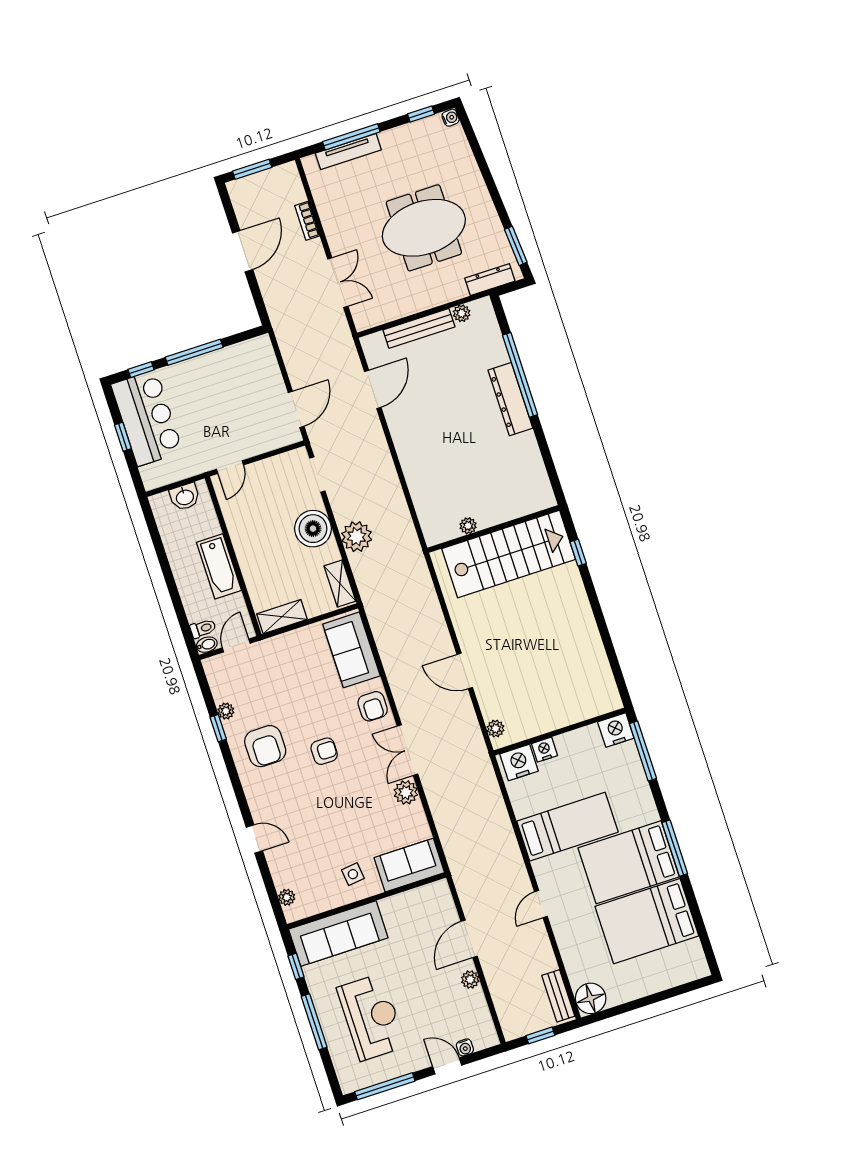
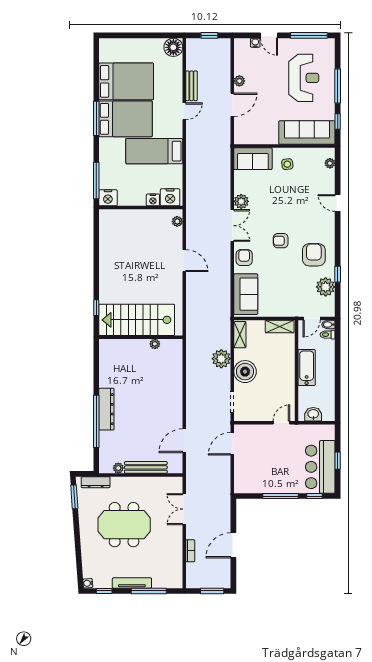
tv unit: (348, 152) -> (132, 583), moved
plant: (226, 711) -> (326, 287), width x1.87, depth x1.87
bench: (558, 996) -> (191, 86), moved
reception desk: (371, 1017) -> (304, 78), turned 180

